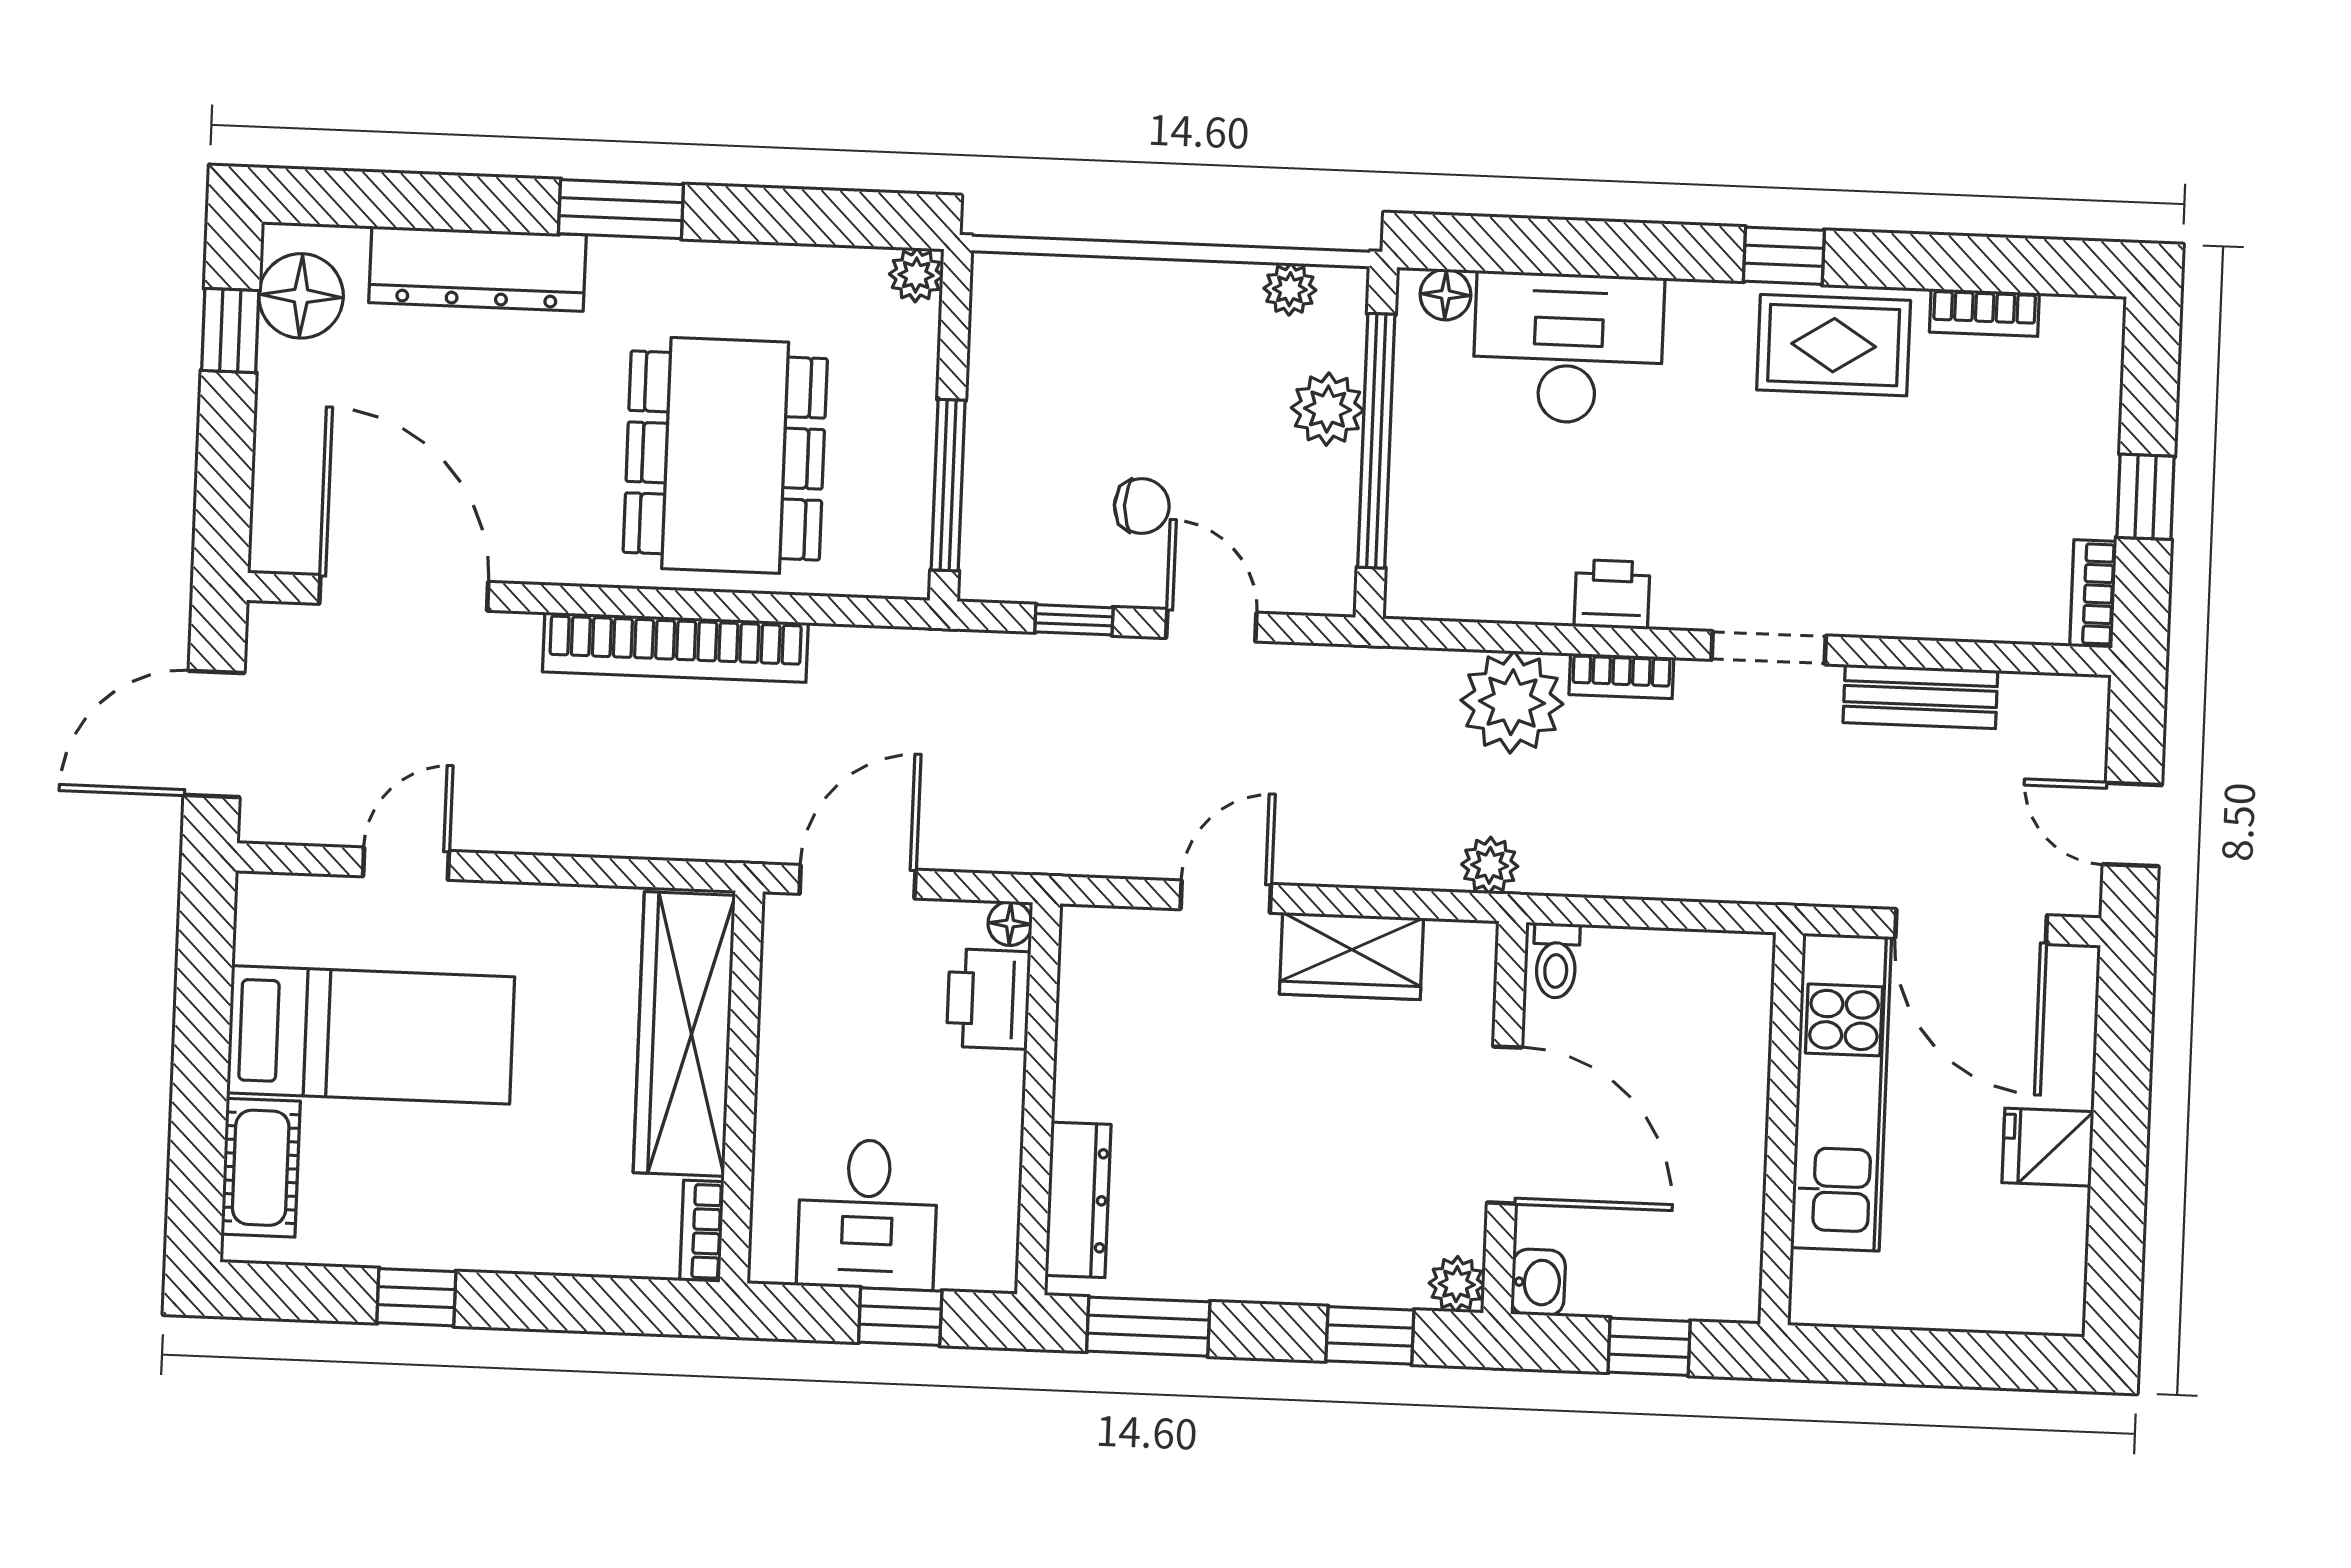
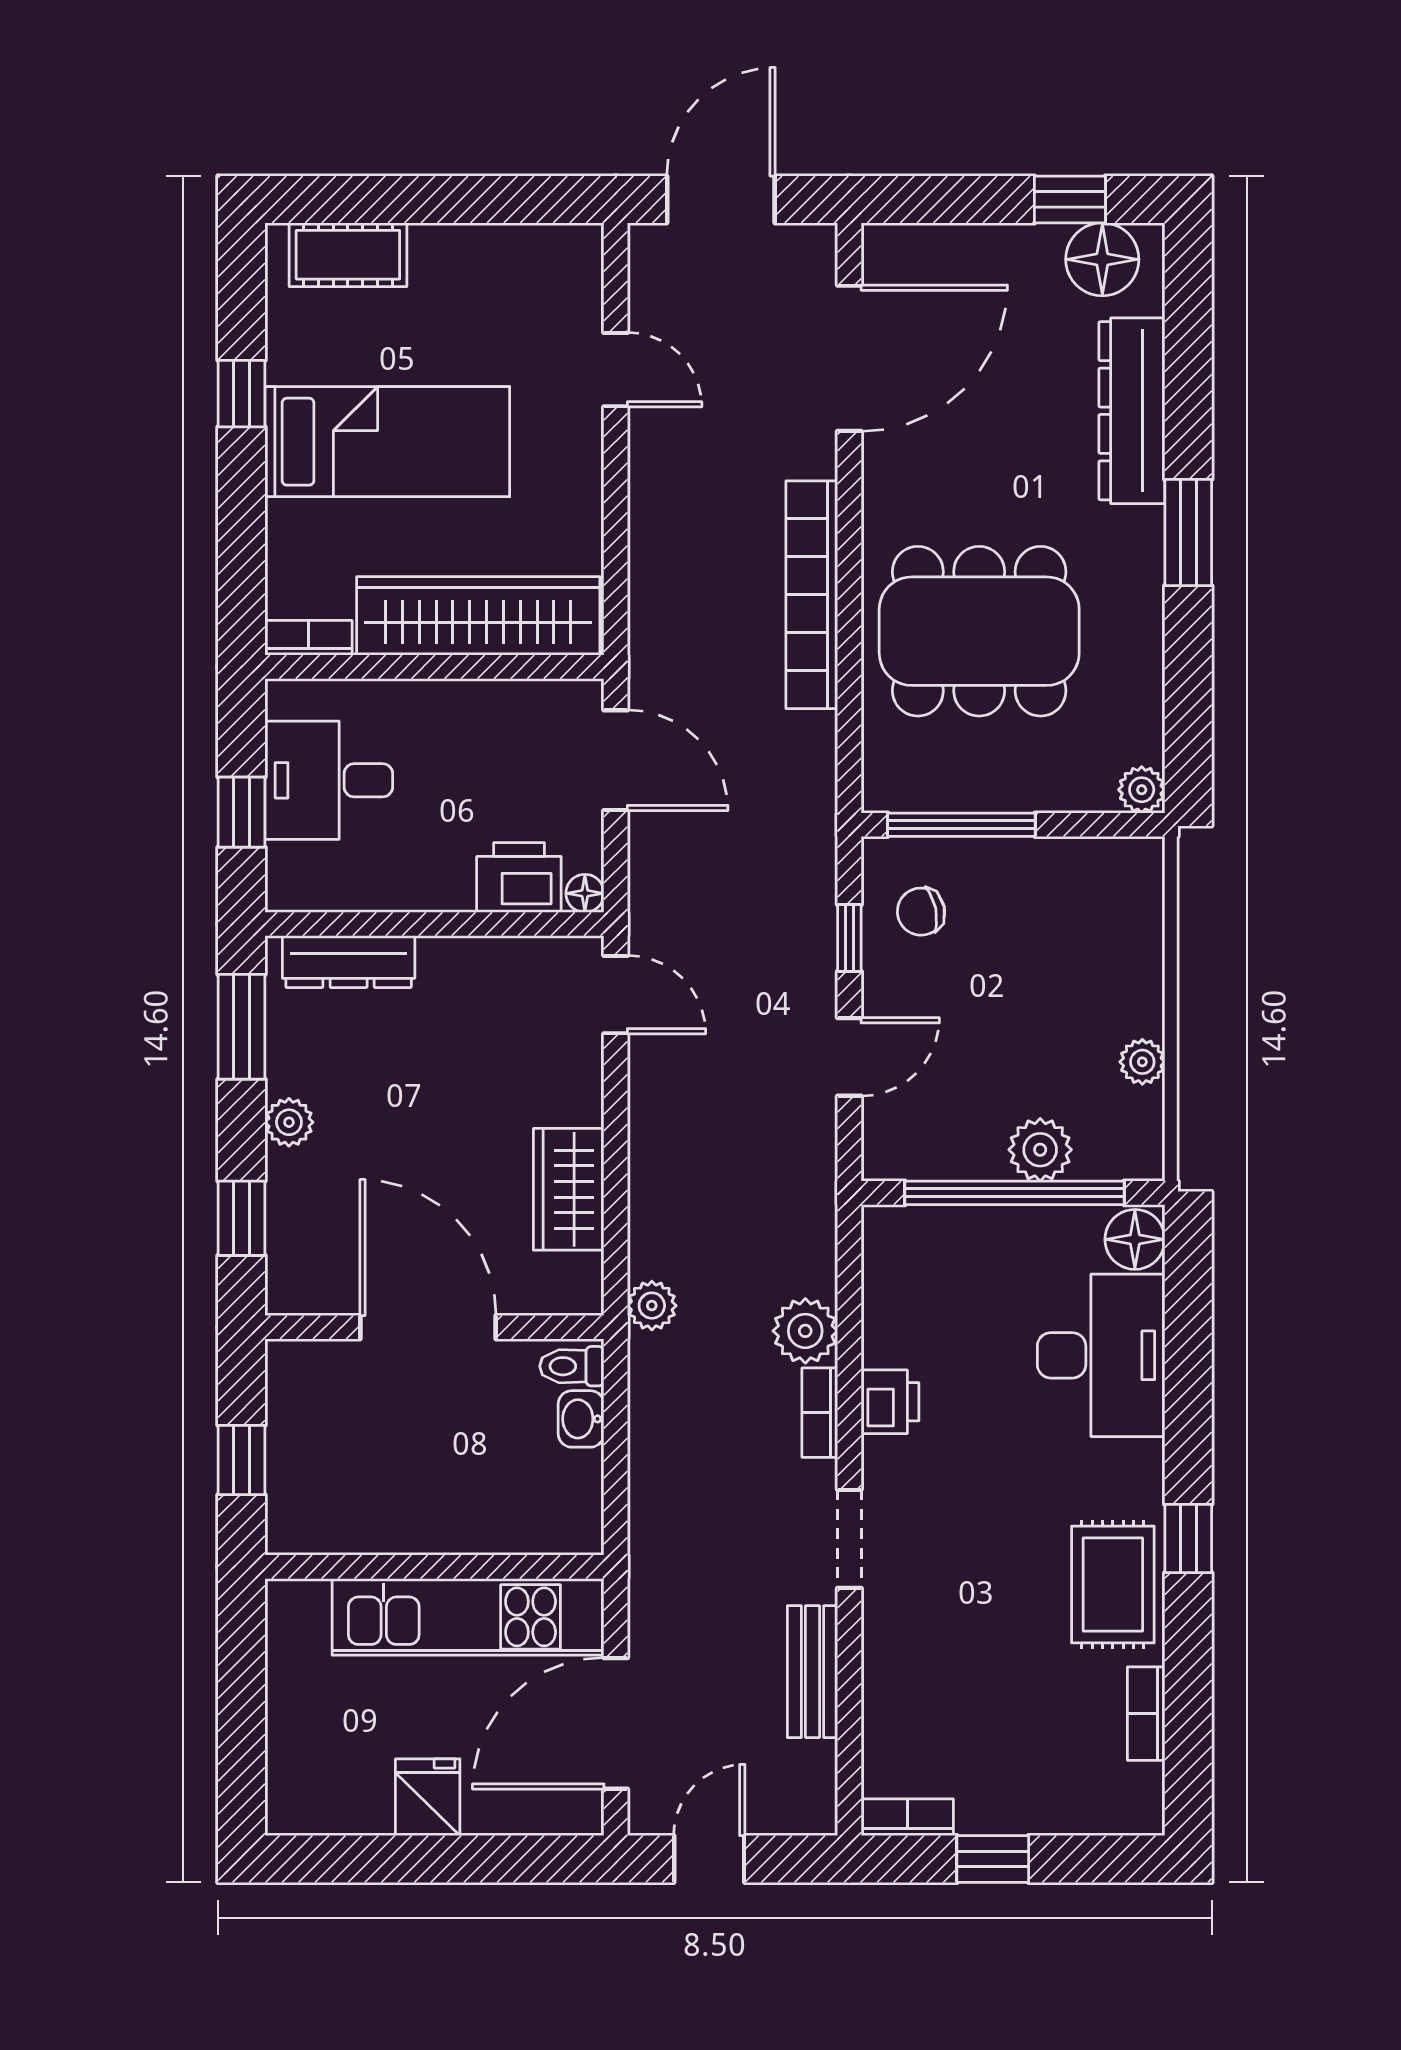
plant: (1290, 289) -> (1142, 1062), moved
floor lamp: (1445, 295) -> (1135, 1239), width x1.37, depth x1.37
chair: (1142, 506) -> (921, 912), moved, turned 78
plant: (1512, 702) -> (805, 1331), width x0.73, depth x0.73
door: (214, 734) -> (721, 199), hinge flipped
door: (1226, 897) -> (616, 995), moved
bed: (371, 1035) -> (387, 442), moved, turned -90
door: (1504, 1125) -> (428, 1327), swing flipped
washbasin: (1538, 1282) -> (581, 1419), moved, turned 90
plant: (1457, 1284) -> (289, 1122), moved

